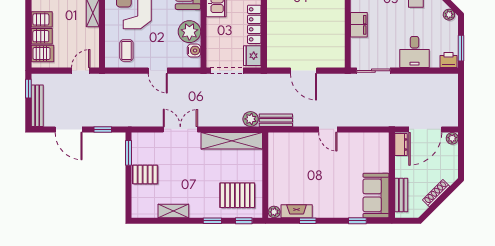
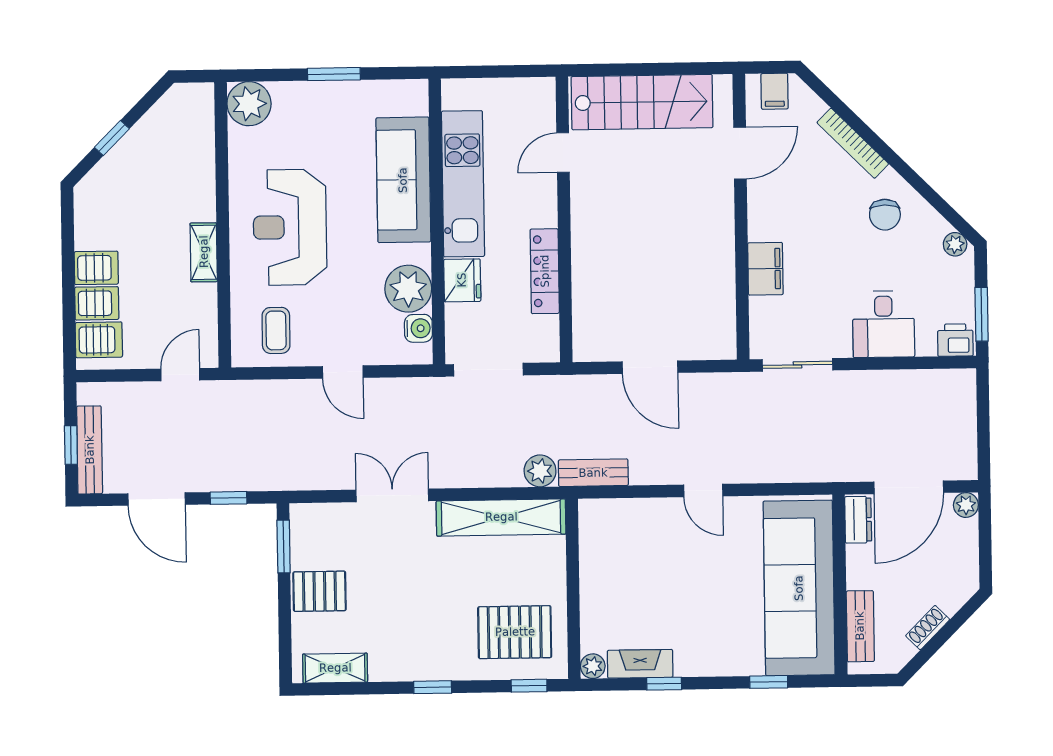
fridge: (252, 56) -> (462, 280), moved, turned 180
window: (28, 89) -> (71, 445), moved
shoe rack: (436, 193) -> (928, 628), width x0.70
sofa: (376, 195) -> (799, 588), width x1.85, depth x1.27
shelving: (173, 211) -> (335, 668), moved
window: (212, 221) -> (433, 687), moved

